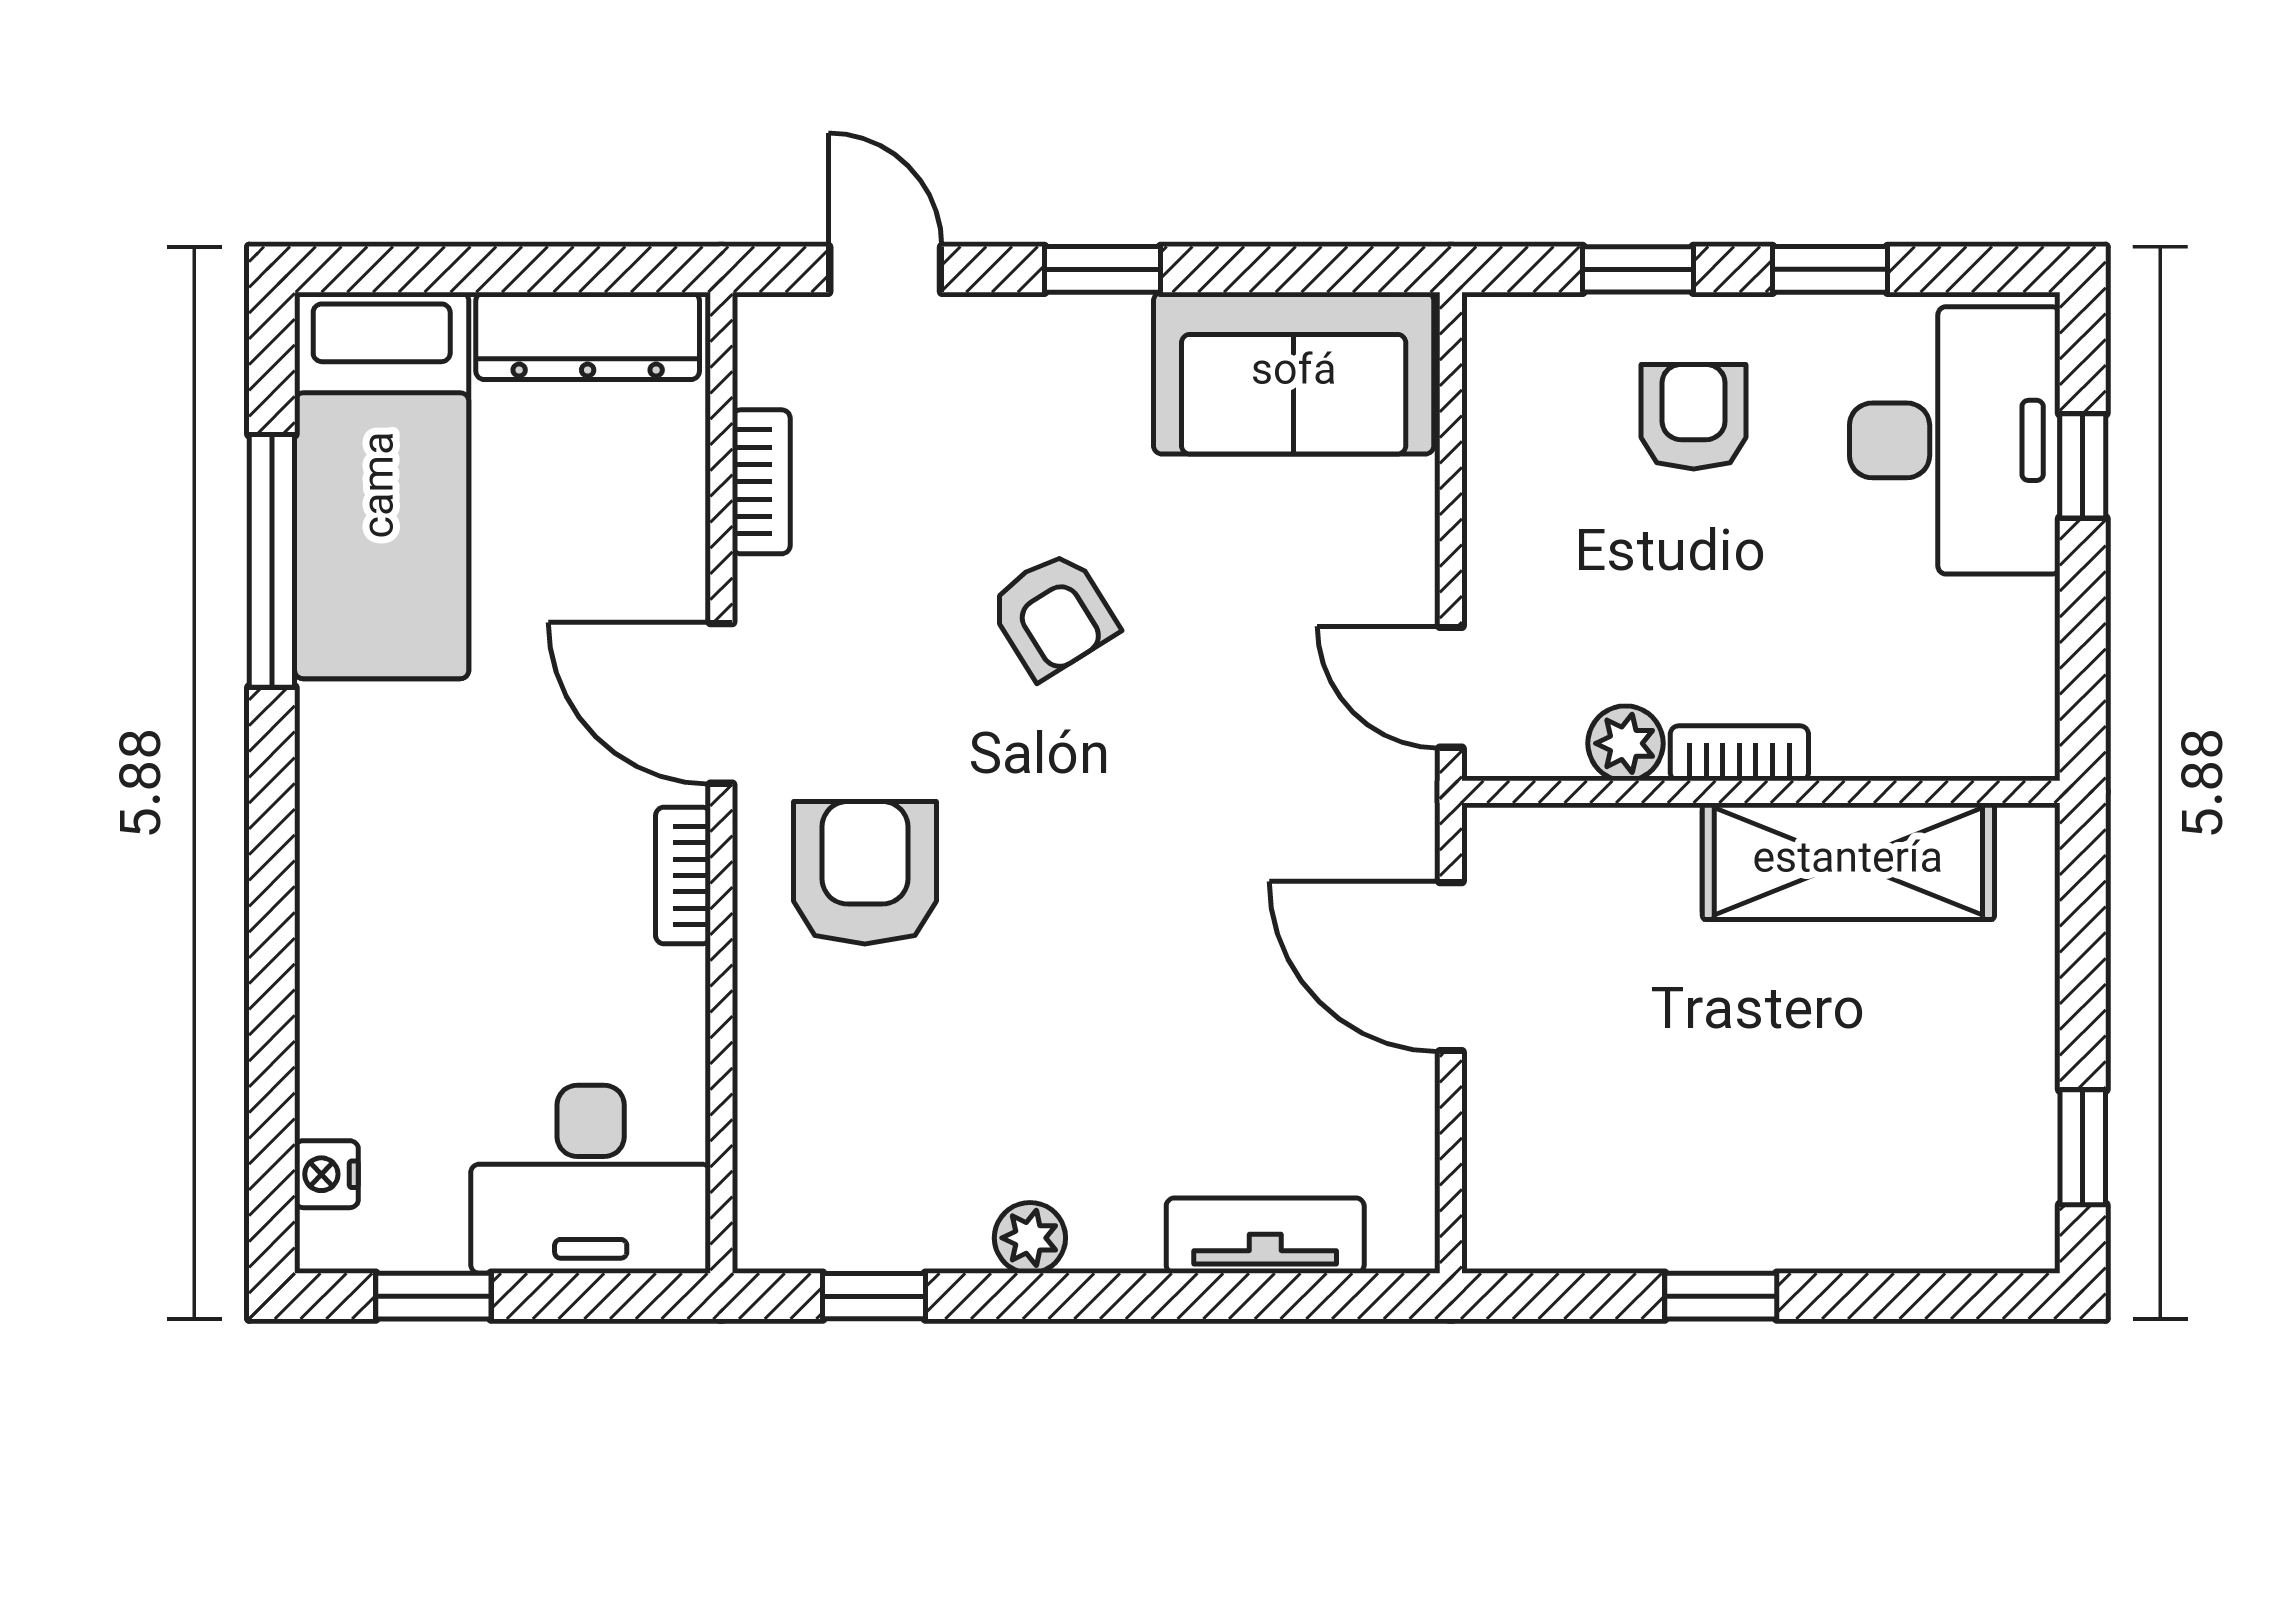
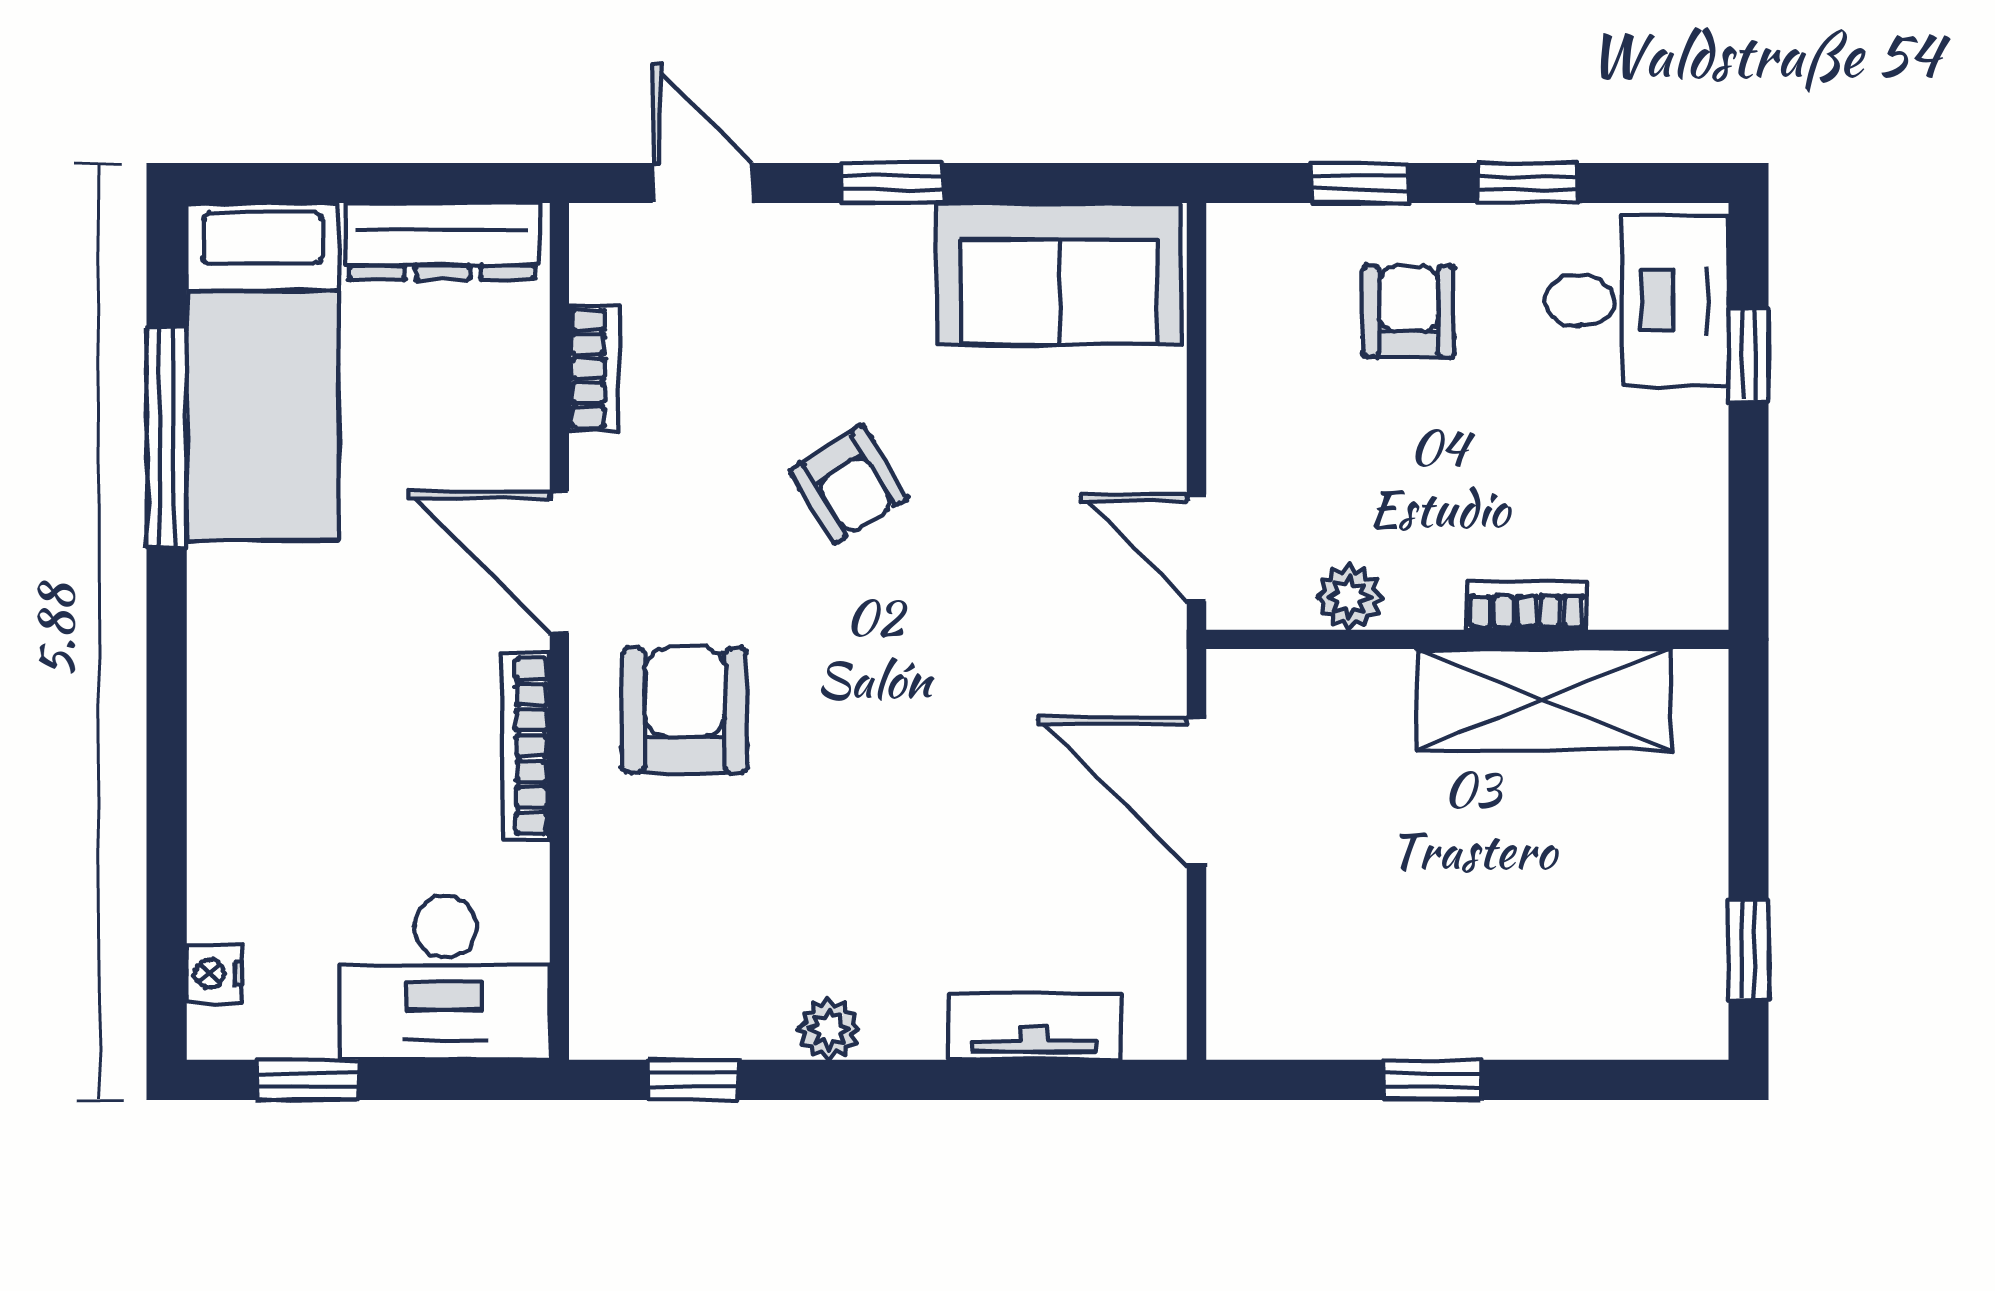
desk: (1955, 440) -> (1637, 301), width x0.73
bookcase: (1739, 753) -> (1527, 606), moved
bookcase: (683, 876) -> (526, 746), width x1.56

